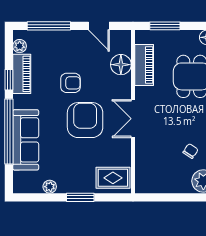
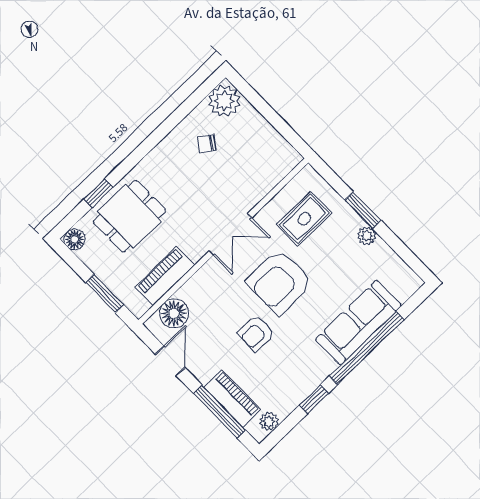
floor lamp: (121, 65) -> (174, 313), moved
piano: (22, 74) -> (232, 399), moved, turned 90
armchair: (71, 83) -> (256, 333), turned -90
rug: (113, 178) -> (304, 219), moved, turned 90
plant: (50, 187) -> (367, 236), moved

